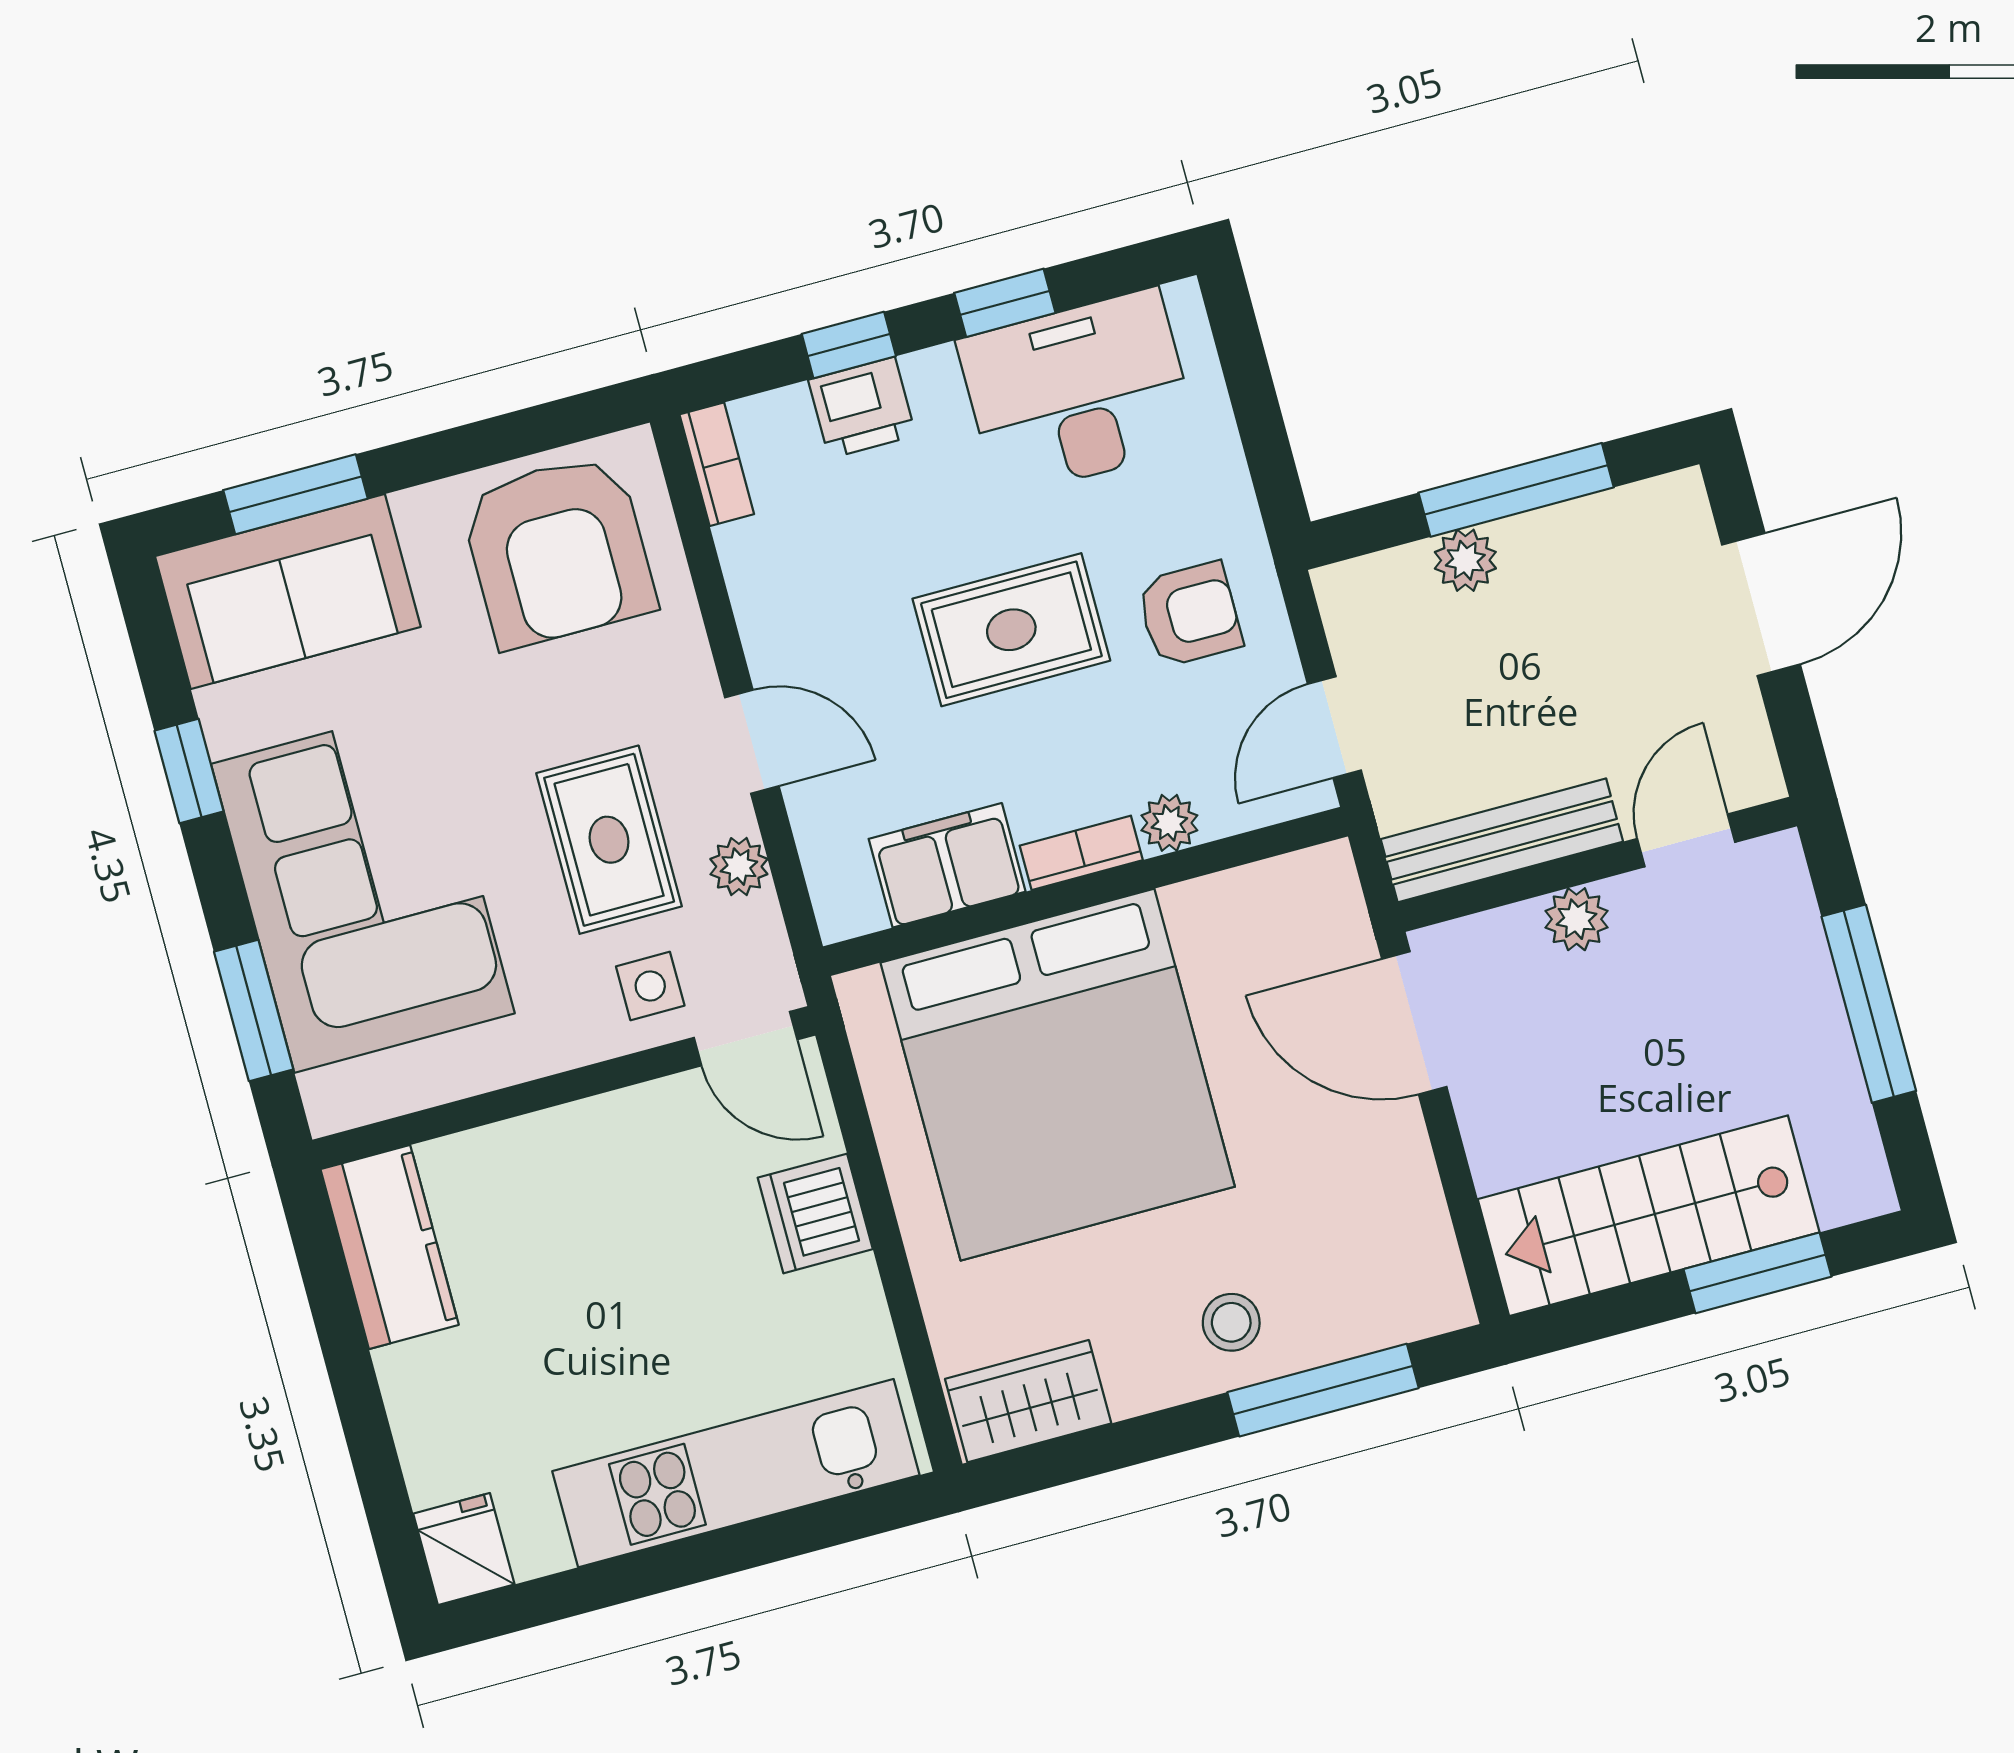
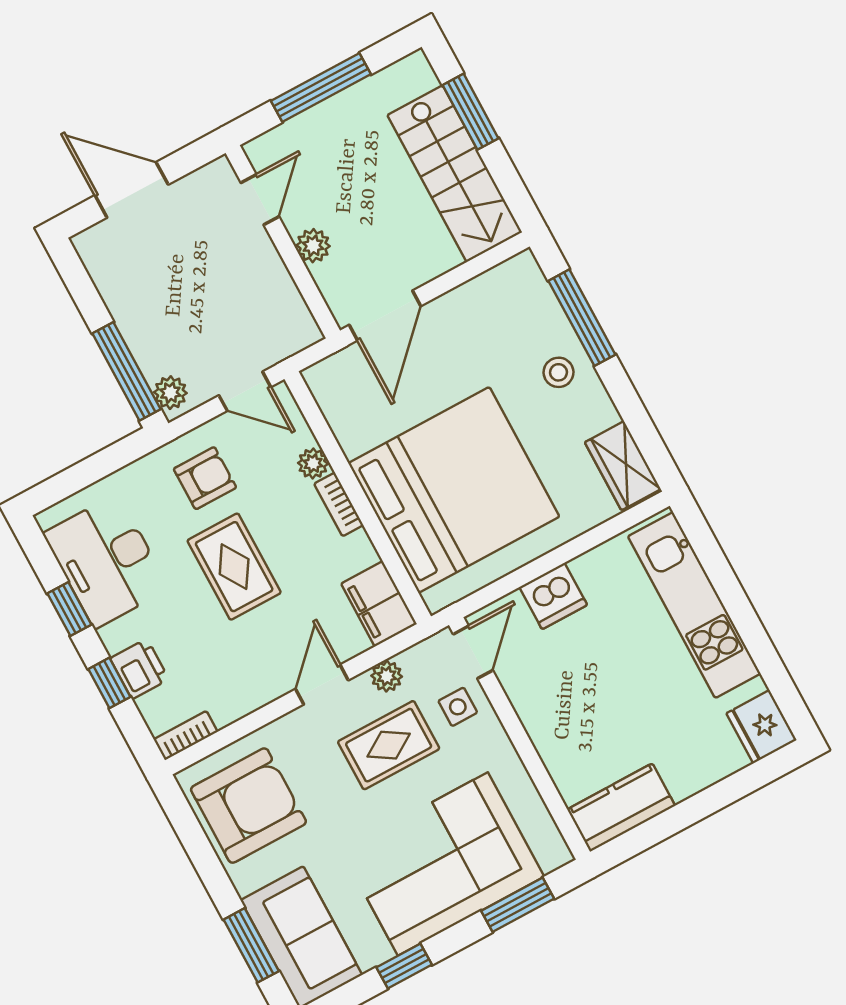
window: (1516, 490) -> (126, 371), moved
plant: (1465, 560) -> (170, 393), moved
armchair: (1190, 614) -> (205, 478), turned 90
bench: (1502, 840) -> (282, 293), removed
door: (1686, 840) -> (260, 200), swing flipped
filing cabinet: (947, 865) -> (379, 604), moved
fridge: (464, 1549) -> (761, 727), width x1.38

